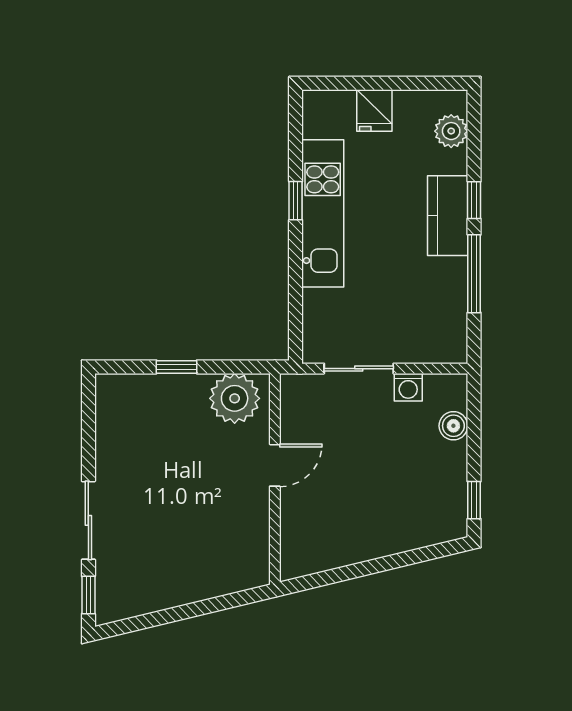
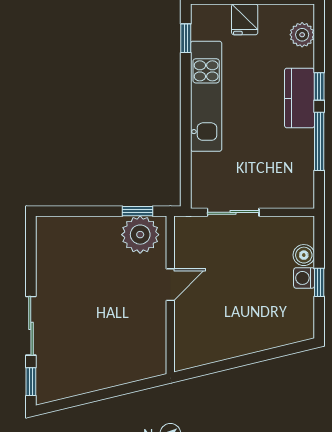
window: (296, 201) -> (186, 38), moved
window: (177, 367) -> (137, 211), moved
washing machine: (408, 387) -> (304, 278), moved, turned 90
window: (474, 500) -> (319, 282), moved

